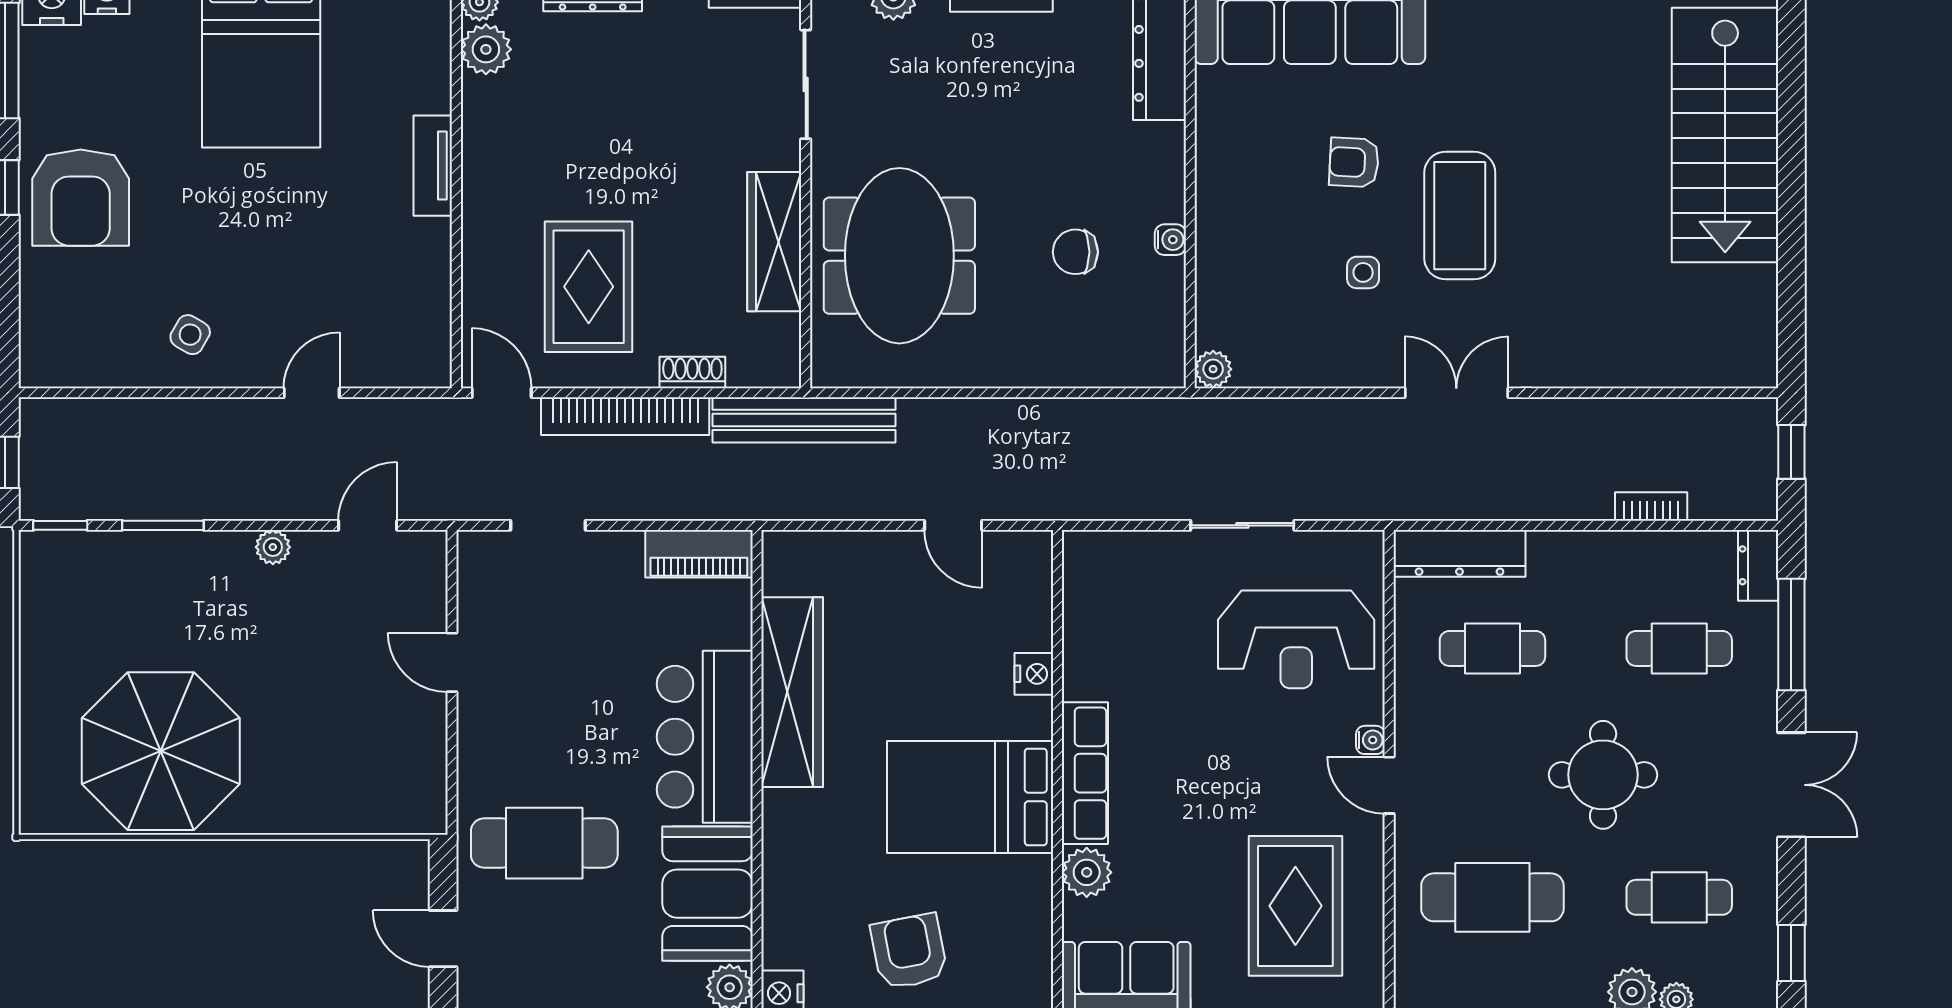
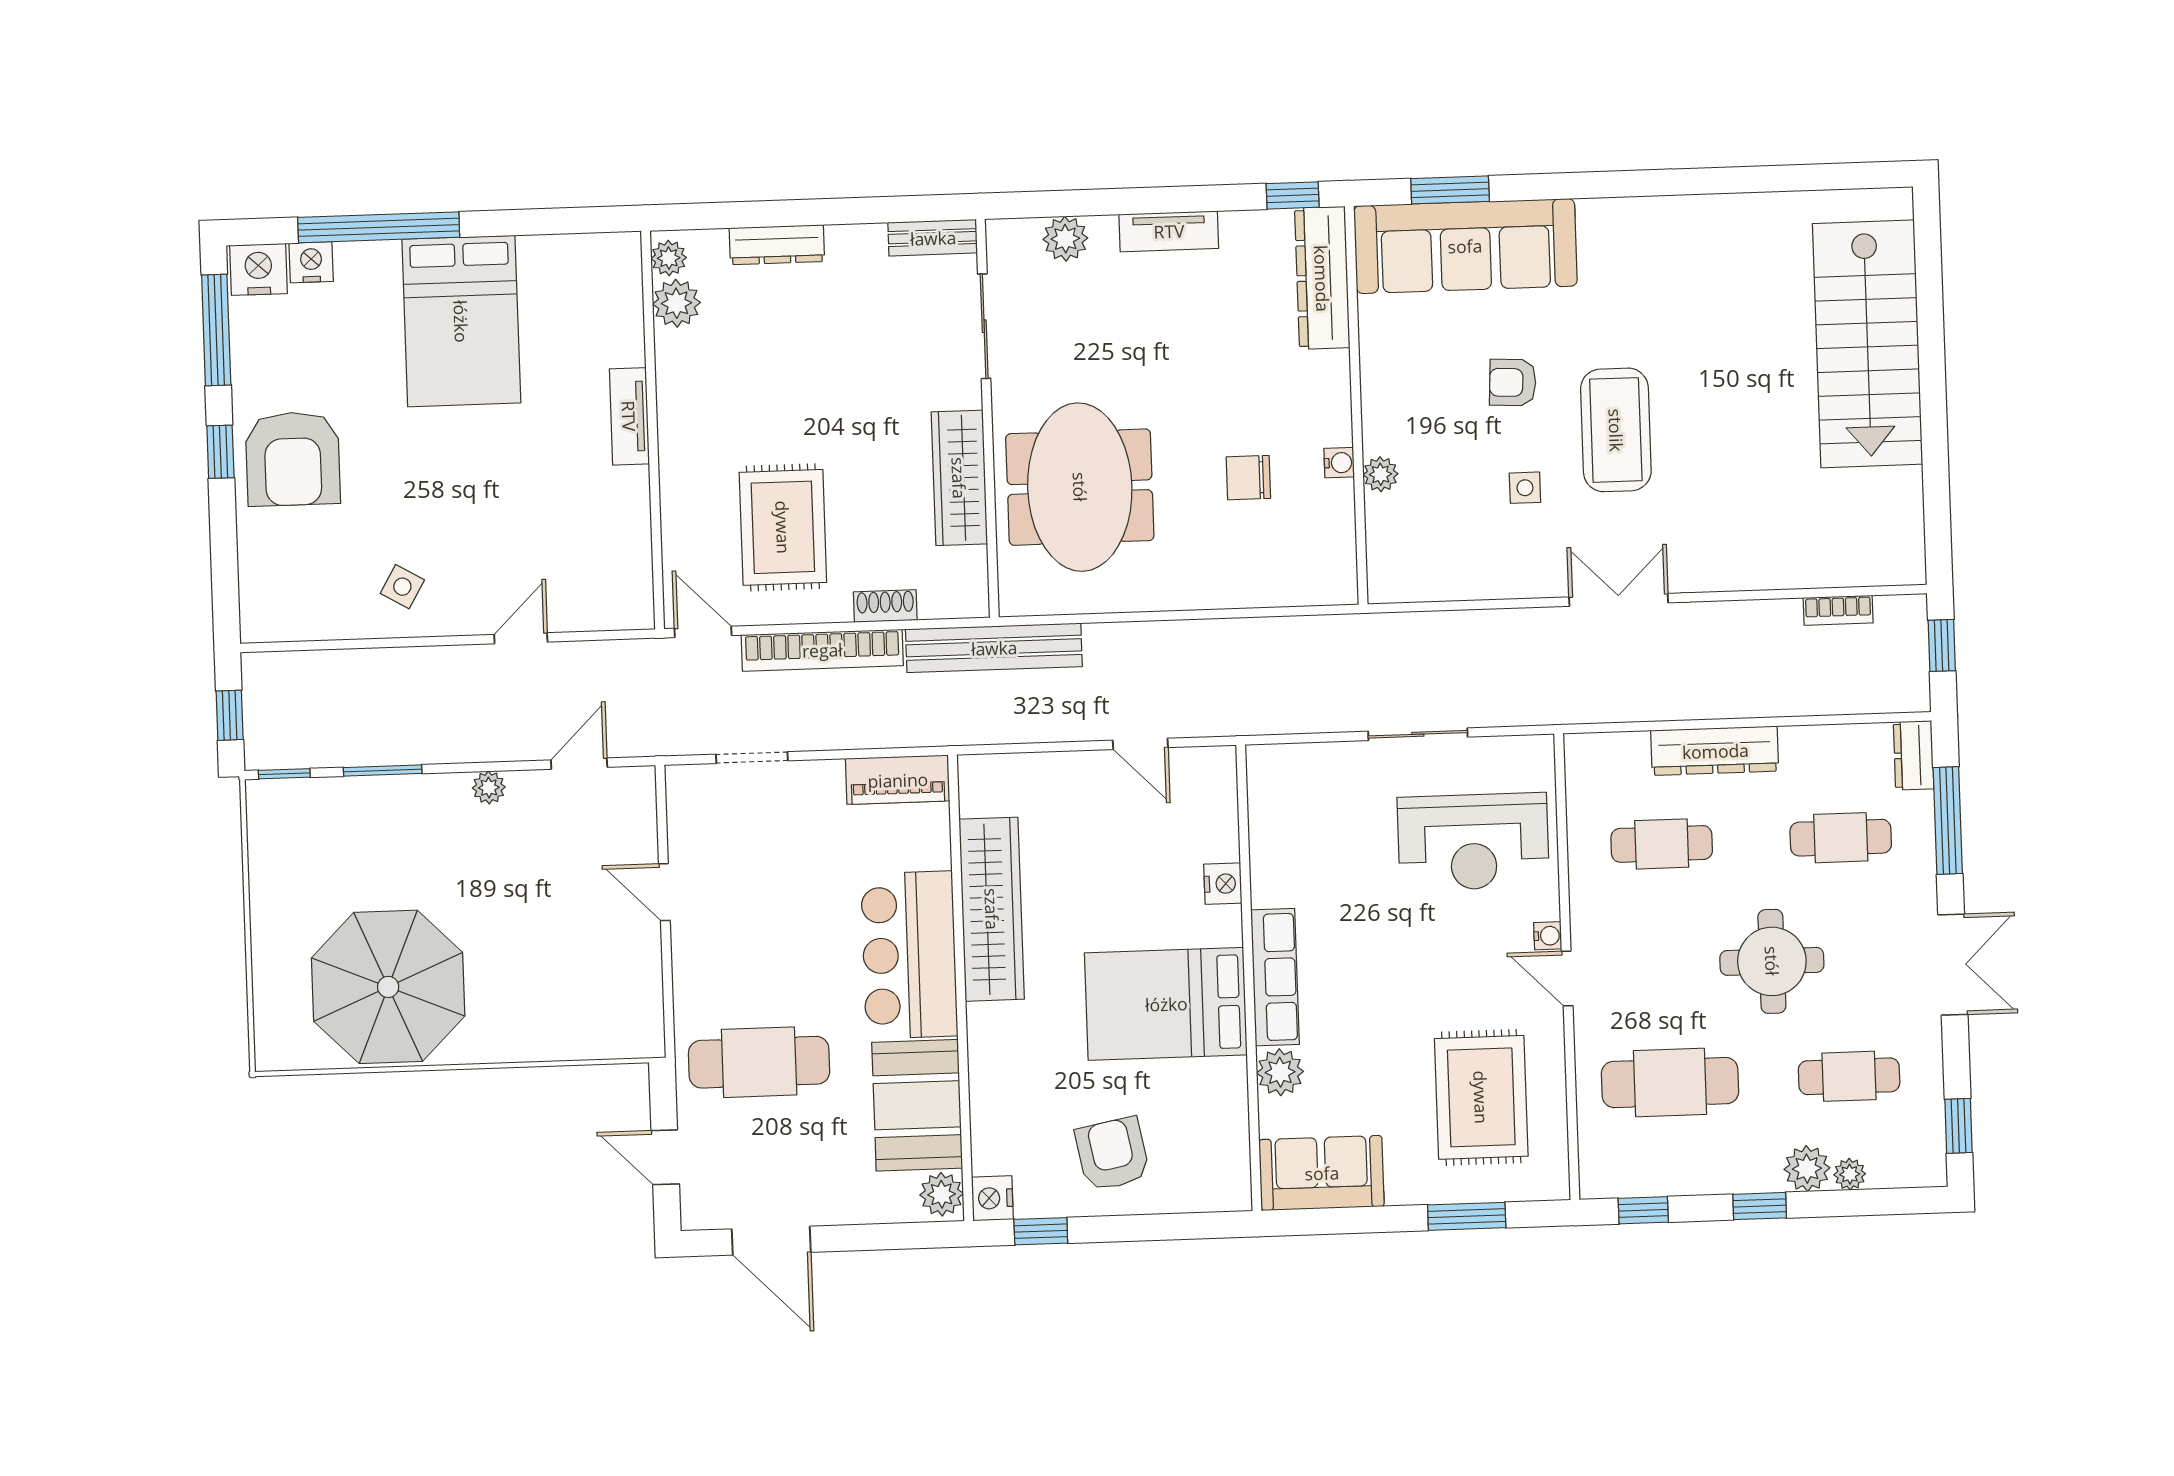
plant: (1213, 369) -> (1381, 474), moved
bookcase: (1651, 507) -> (1838, 610), moved, turned 180
dresser: (1459, 553) -> (1715, 751), moved

